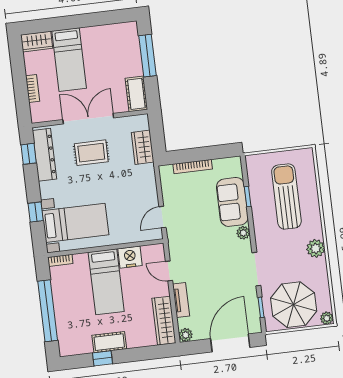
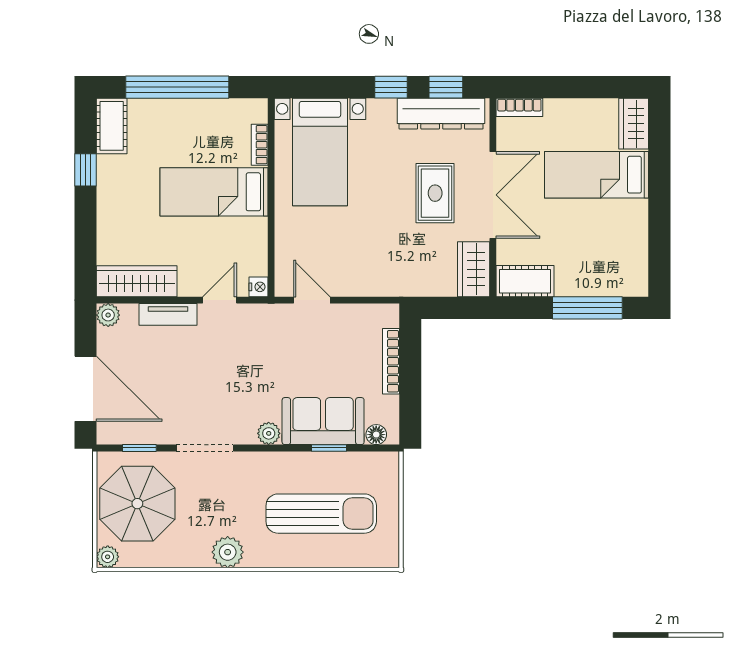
bookcase: (33, 89) -> (519, 107), moved
wardrobe: (143, 147) -> (474, 269), moved, turned -90
floor lamp: (236, 170) -> (376, 435), added
window: (36, 212) -> (391, 87), moved
nightstand: (130, 257) -> (258, 287), moved, width x0.53, depth x0.56
bookcase: (60, 260) -> (260, 145), moved
cot: (109, 342) -> (112, 126), moved

